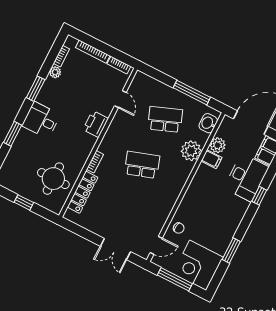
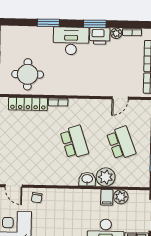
desk: (41, 120) -> (71, 41), width x1.37
washbasin: (208, 123) -> (87, 179), moved
printer: (96, 124) -> (100, 36), moved, turned 180

